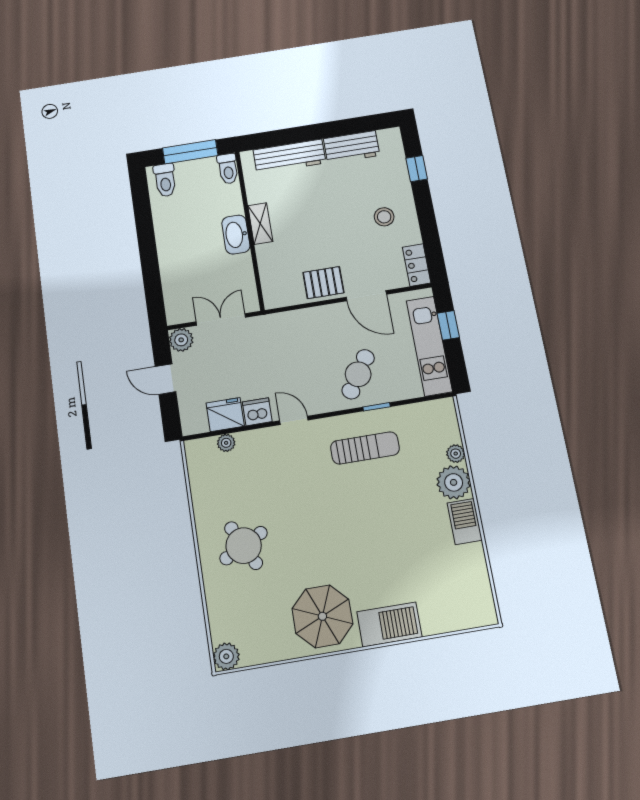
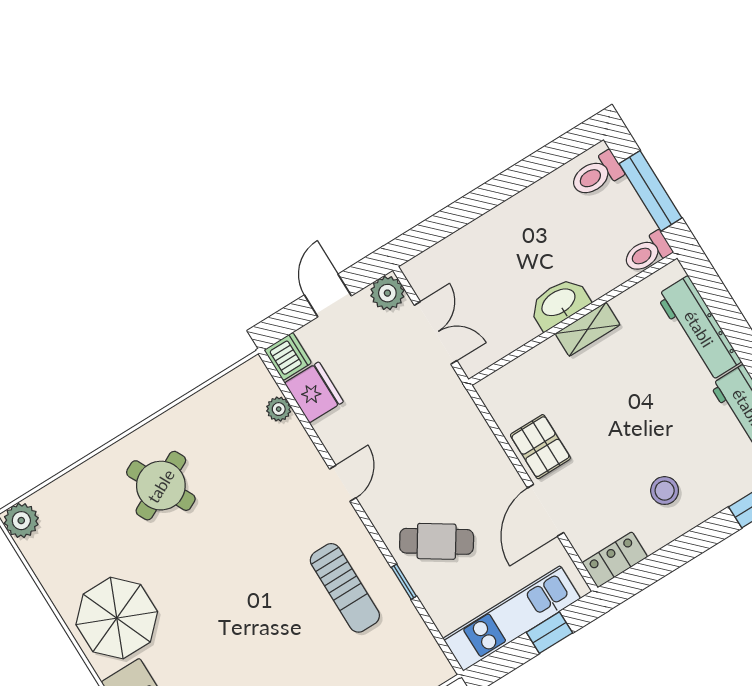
dishwasher: (257, 412) -> (288, 356), moved

